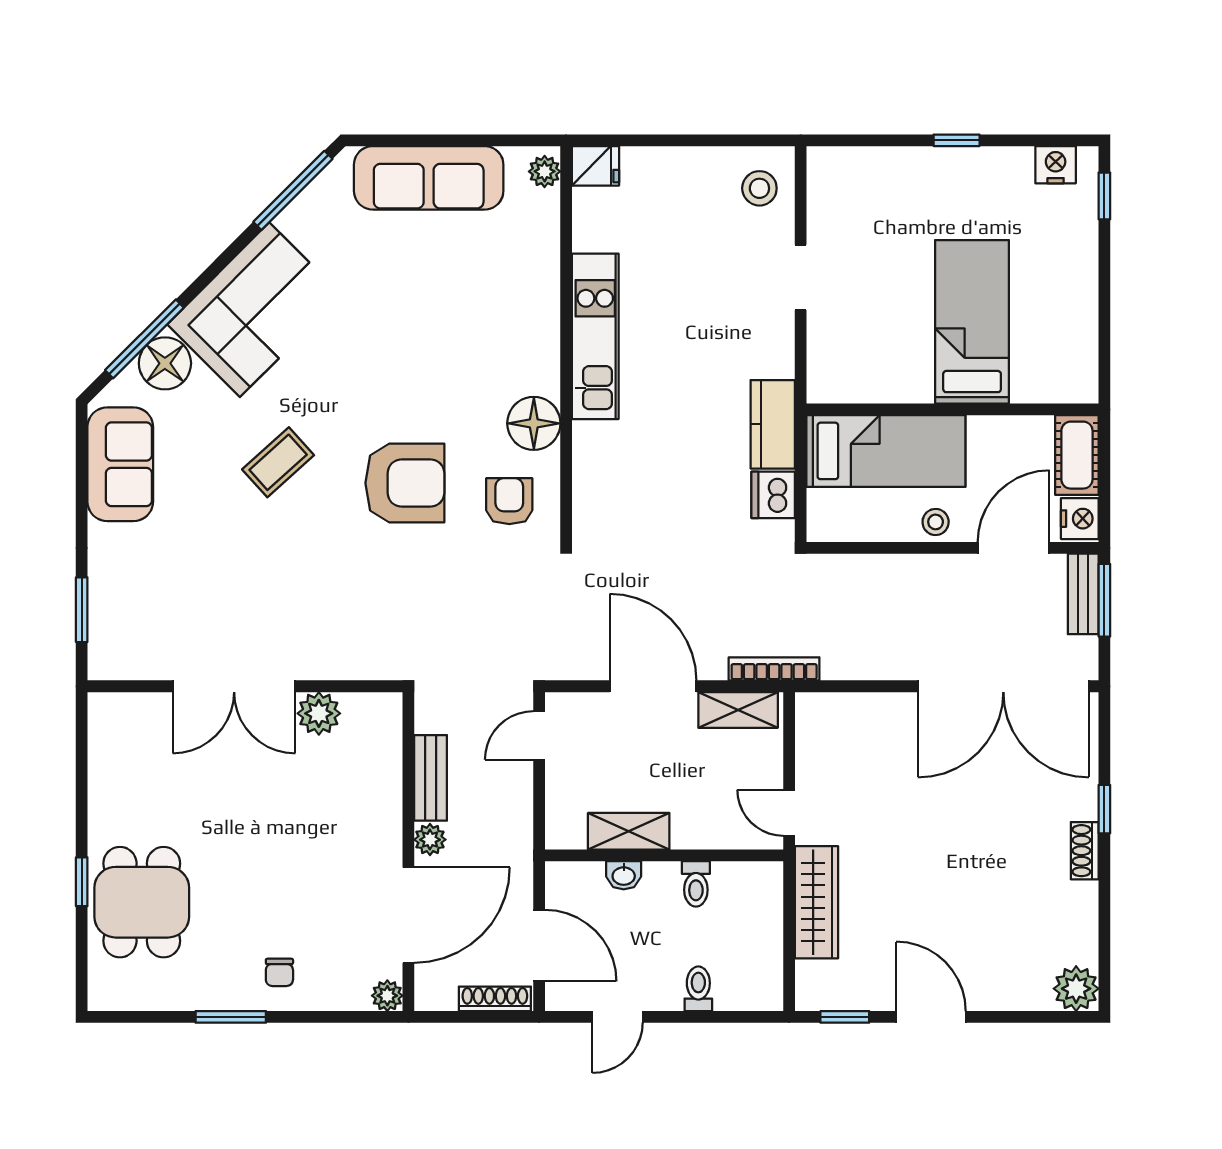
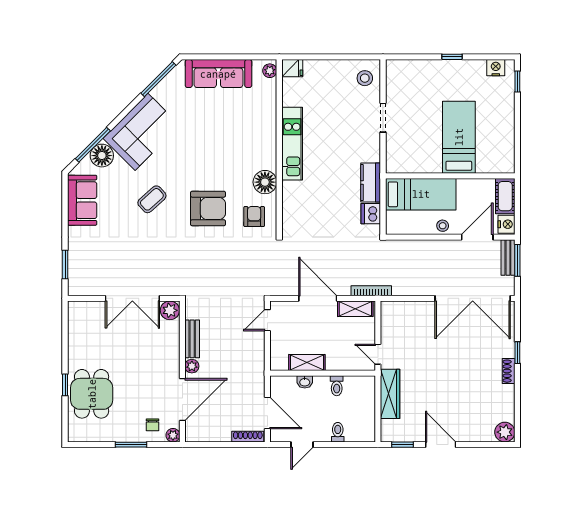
bench: (431, 778) -> (192, 339), moved
plant: (430, 840) -> (192, 366), moved
wall: (408, 852) -> (182, 371), moved
door: (408, 915) -> (182, 400), moved
plant: (387, 996) -> (173, 435), moved

